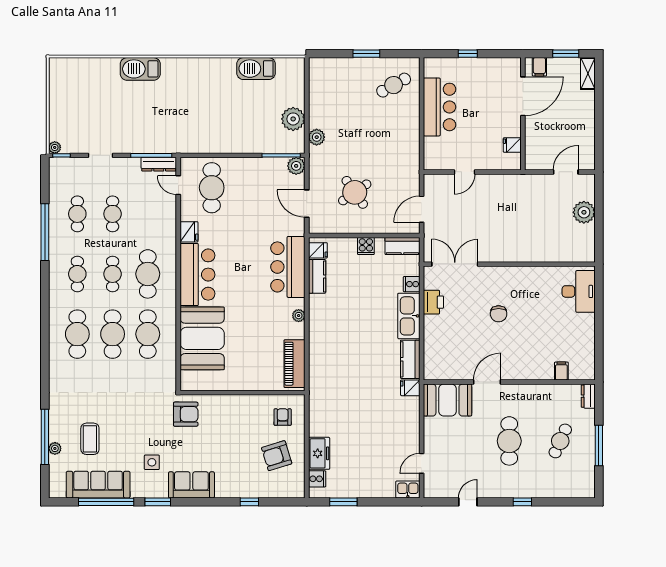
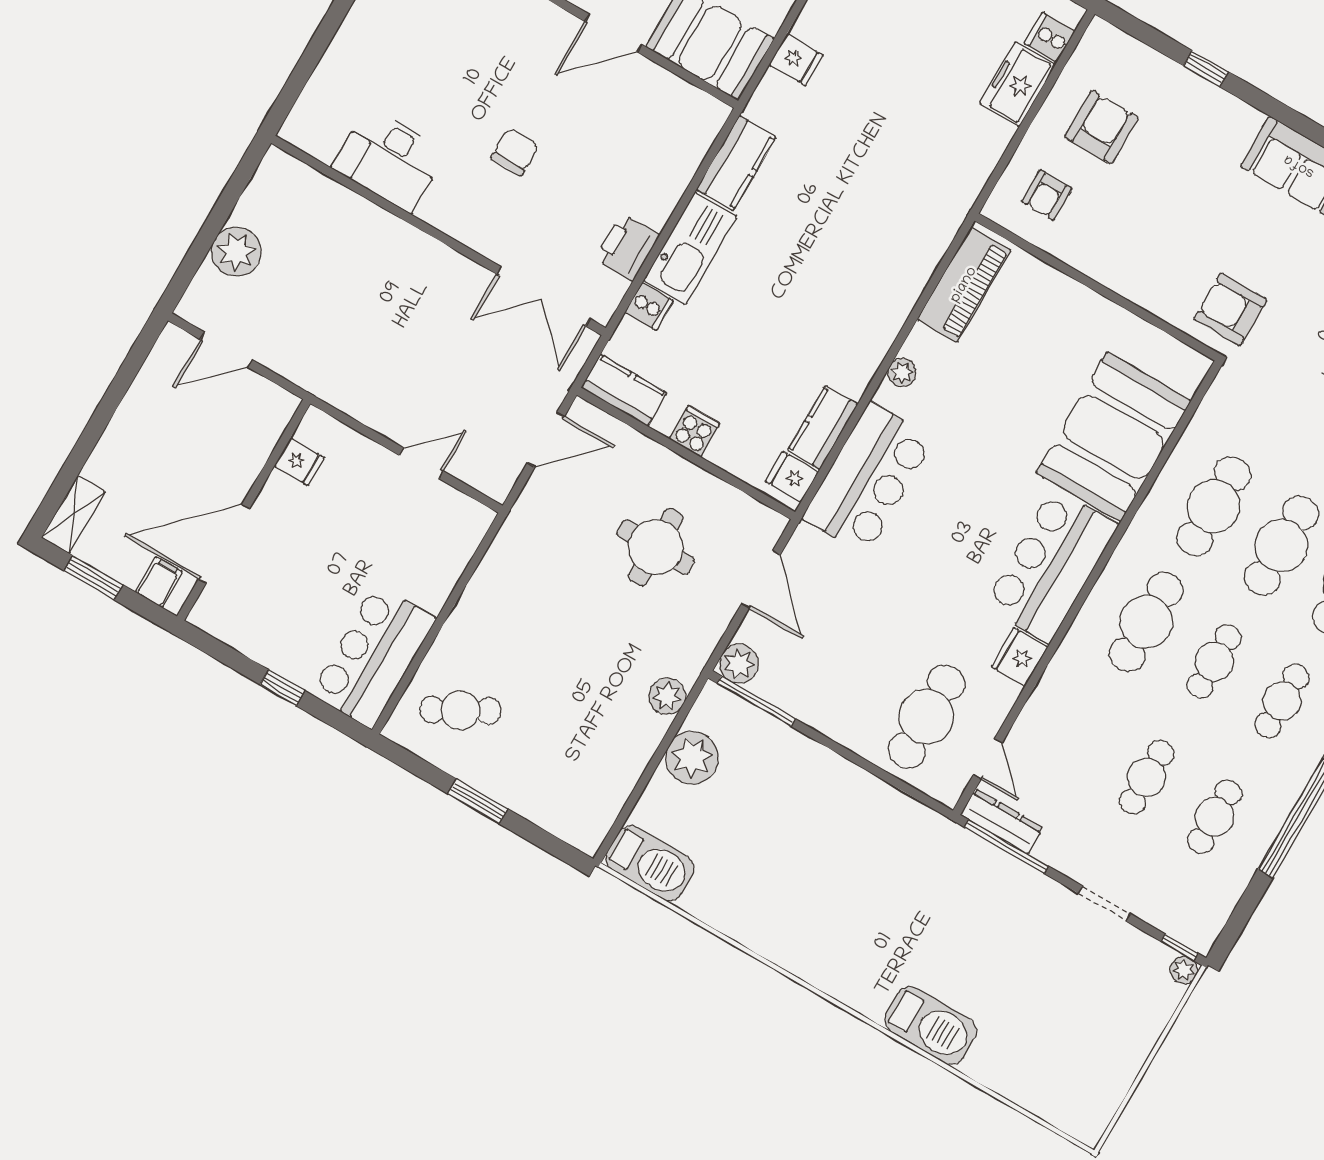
barbecue: (256, 69) -> (650, 863), moved
bar counter: (440, 107) -> (374, 656), moved
round table: (355, 192) -> (656, 547), turned 35
desk: (579, 291) -> (389, 159), moved, turned -90
fridge: (410, 388) -> (796, 60), moved
armchair: (277, 456) -> (1102, 127), turned -73

